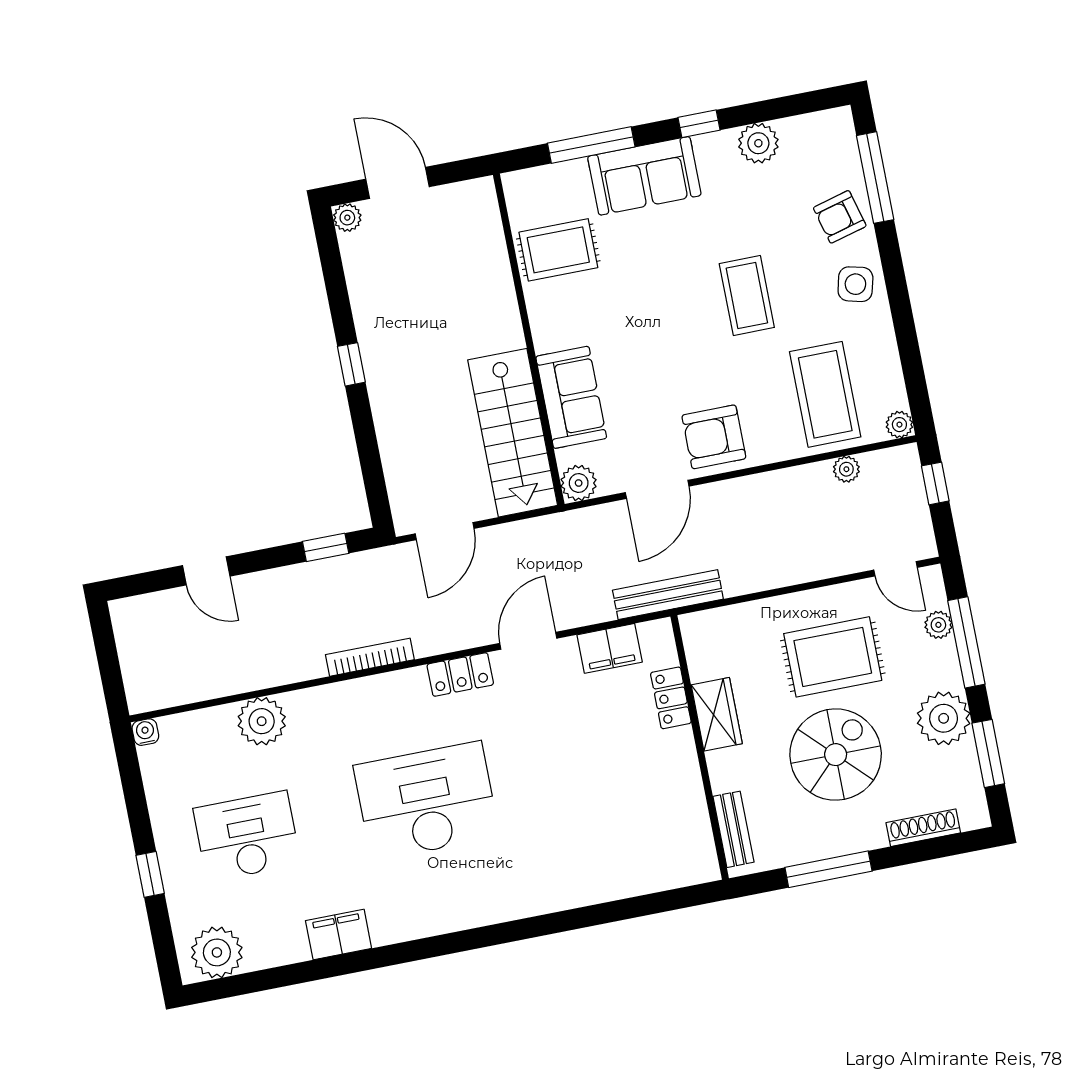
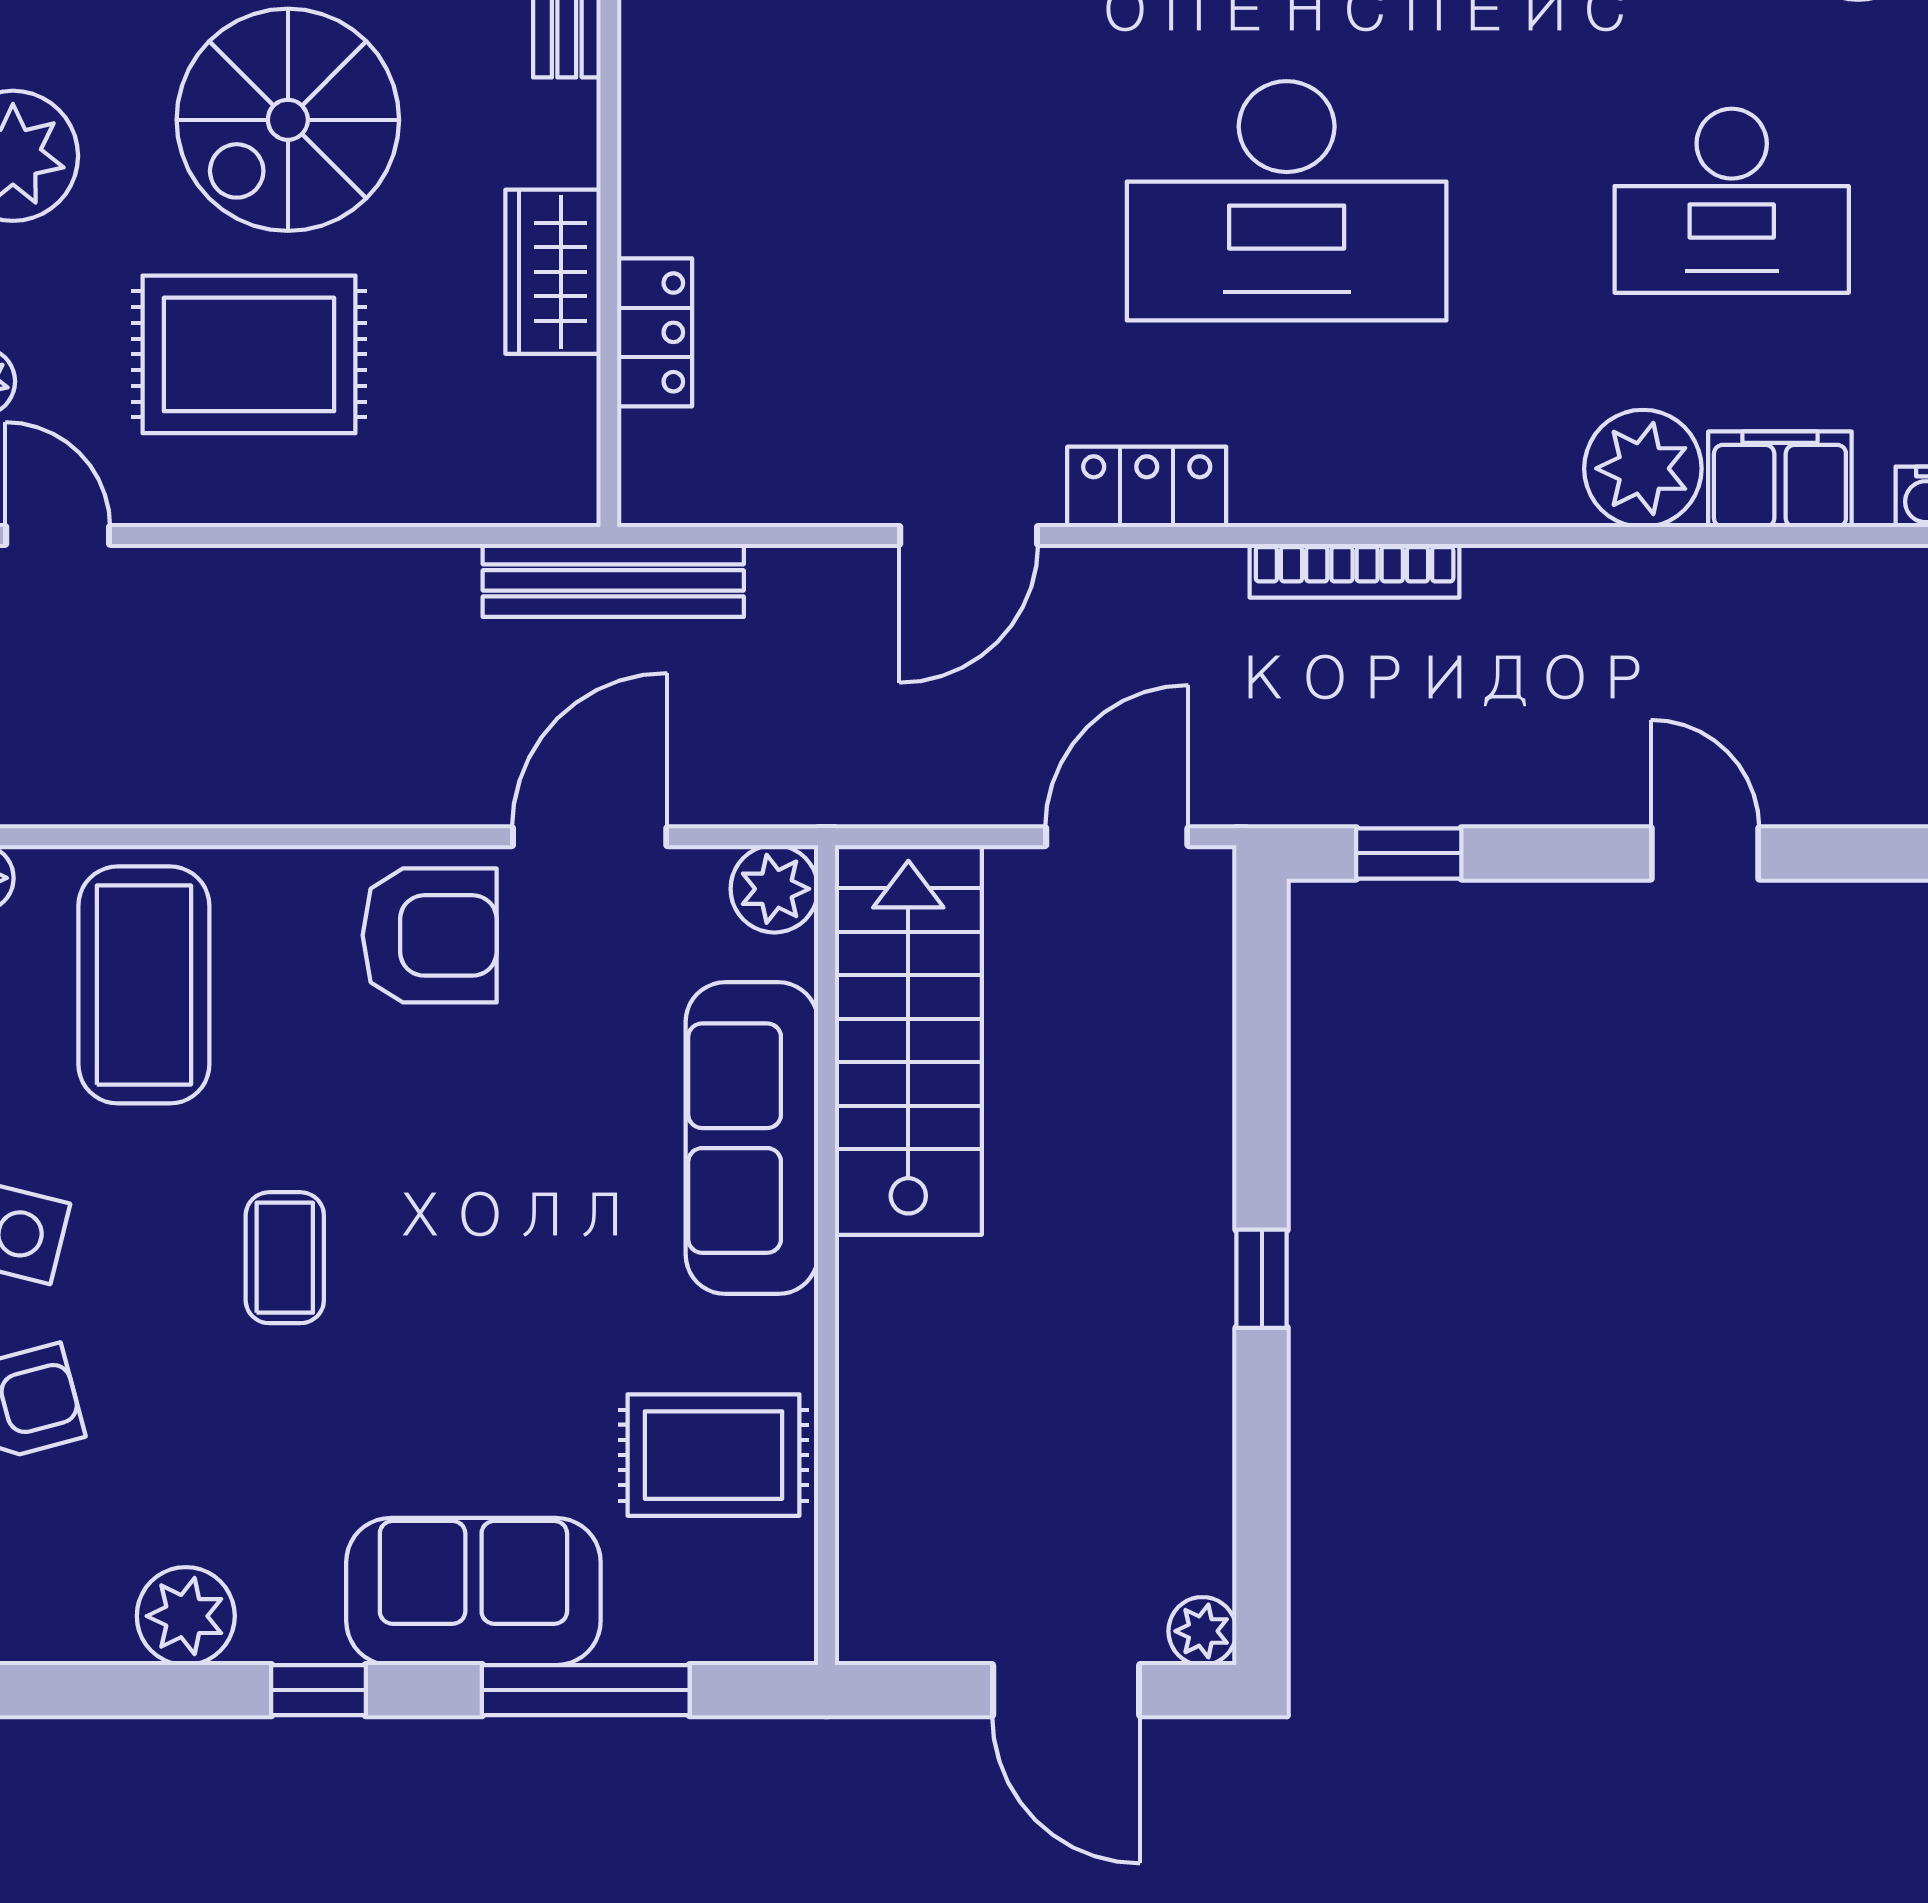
coffee table: (747, 296) -> (285, 1258), width x0.73, depth x0.77
sofa: (571, 397) -> (752, 1138), width x1.36
plant: (846, 469) -> (128, 796), removed
filing cabinet: (610, 648) -> (1780, 479), moved

